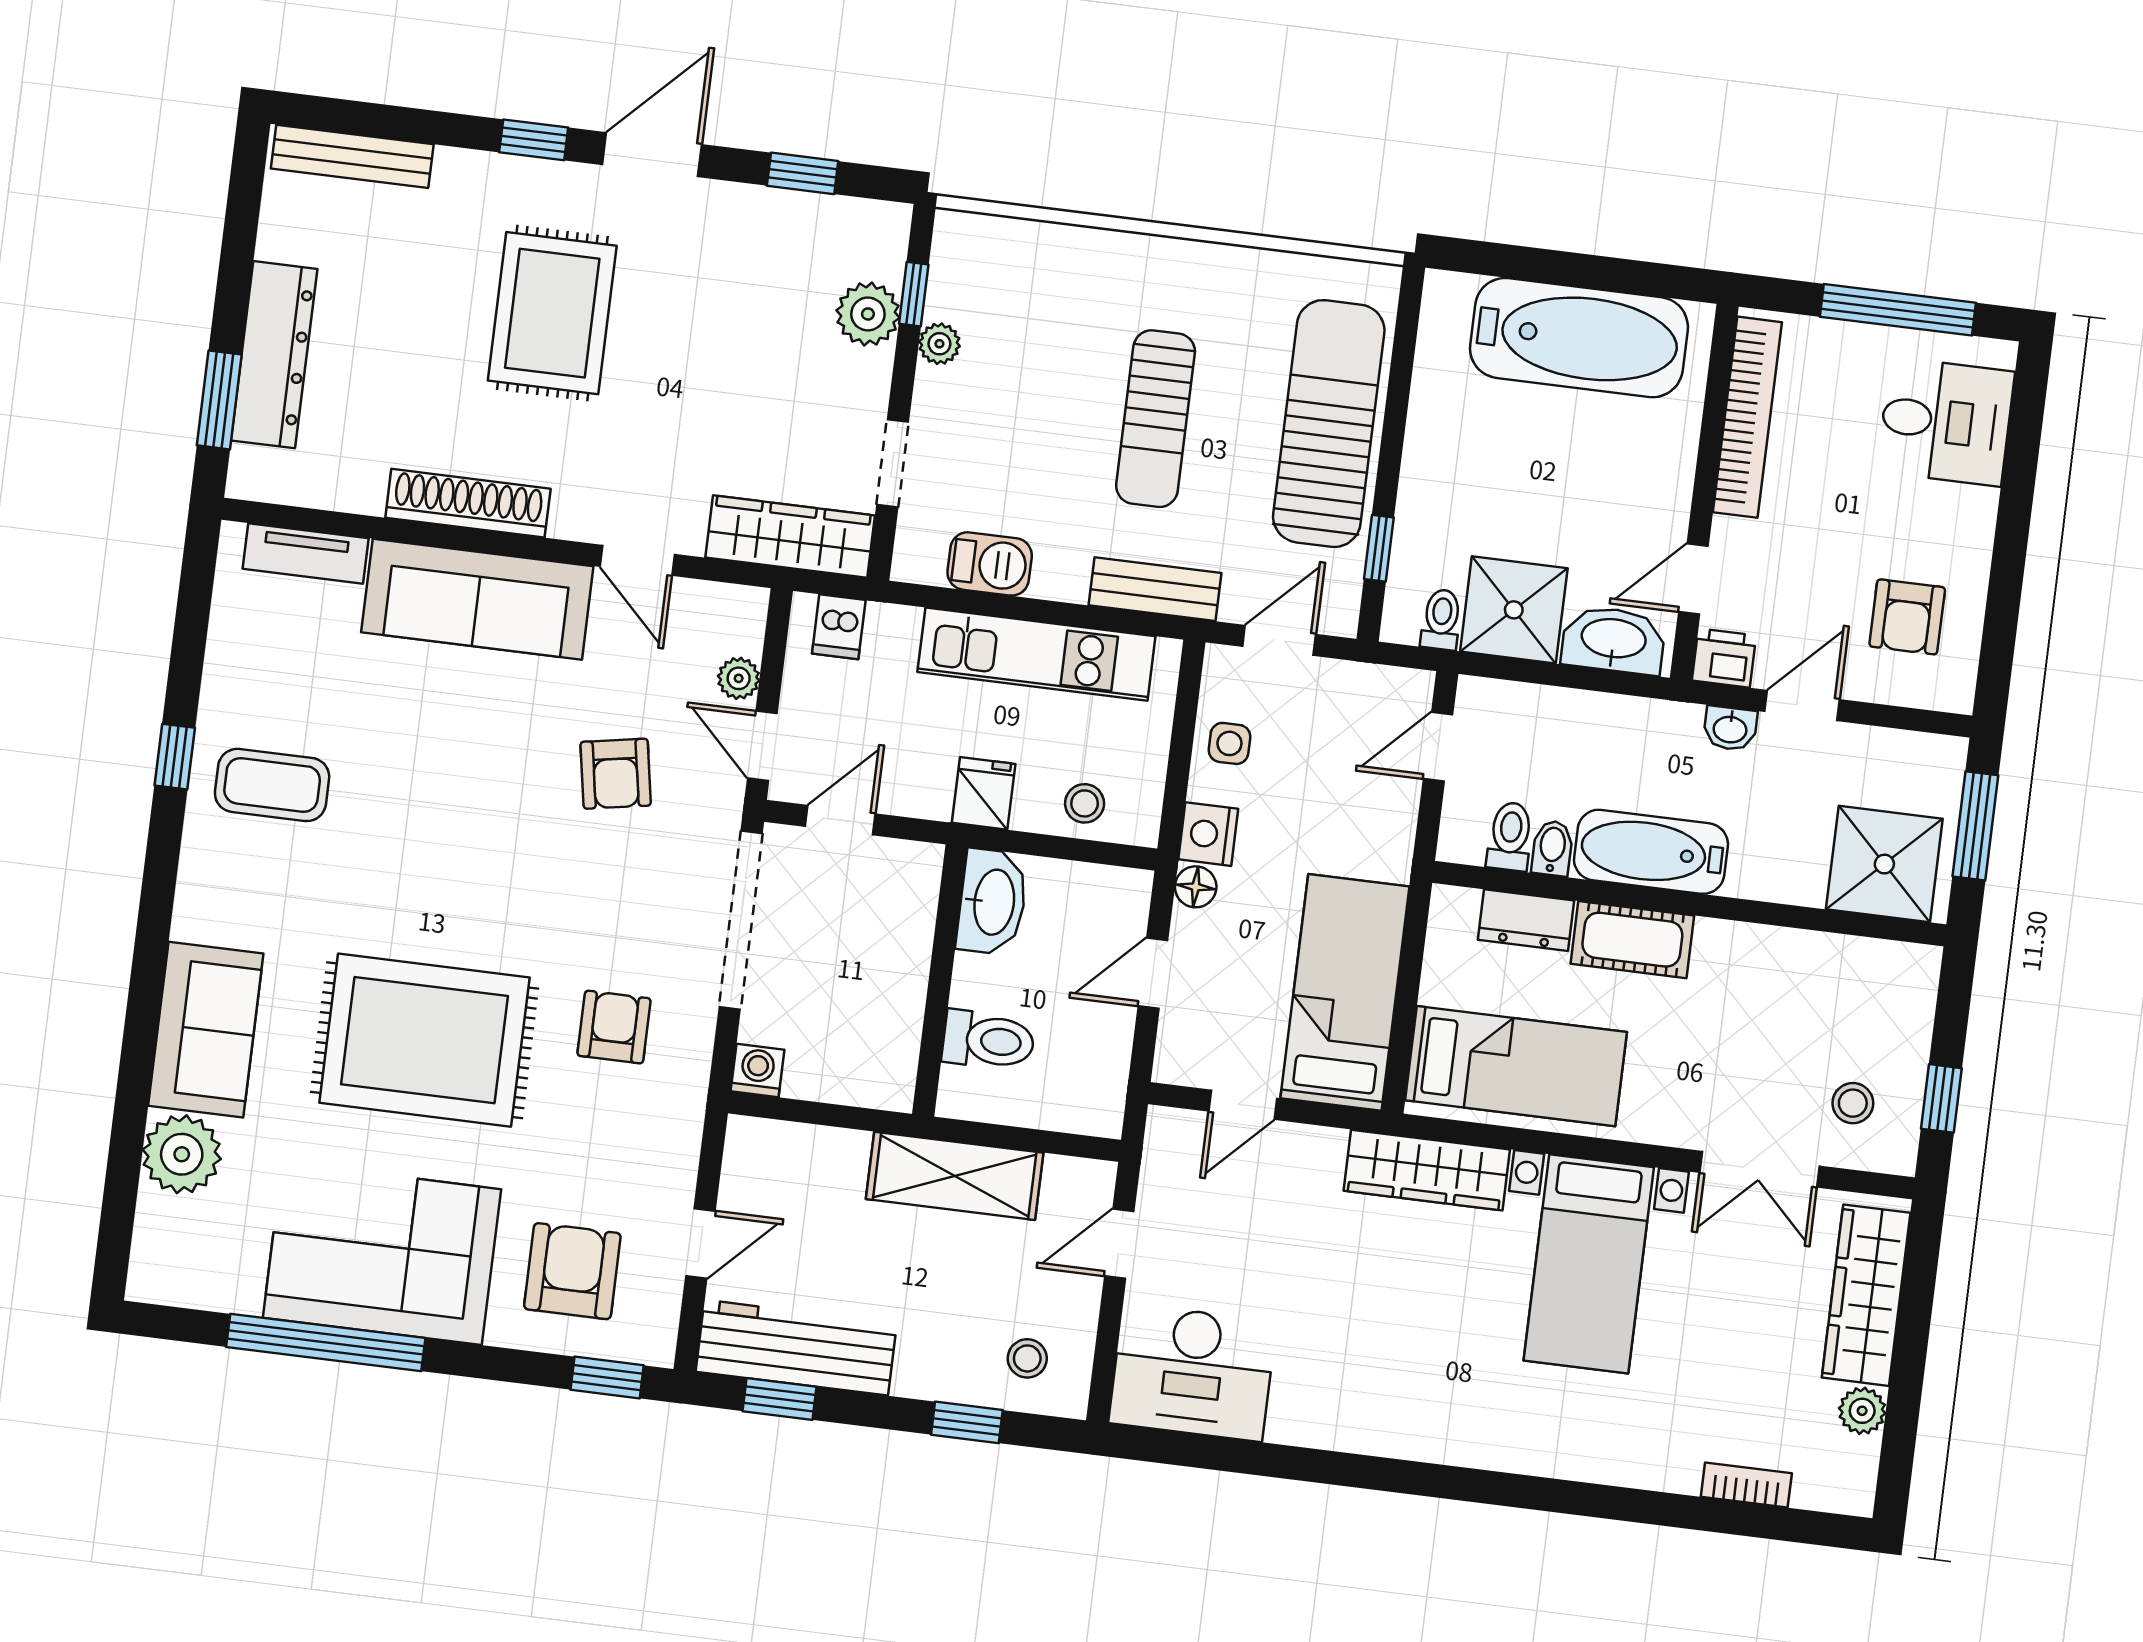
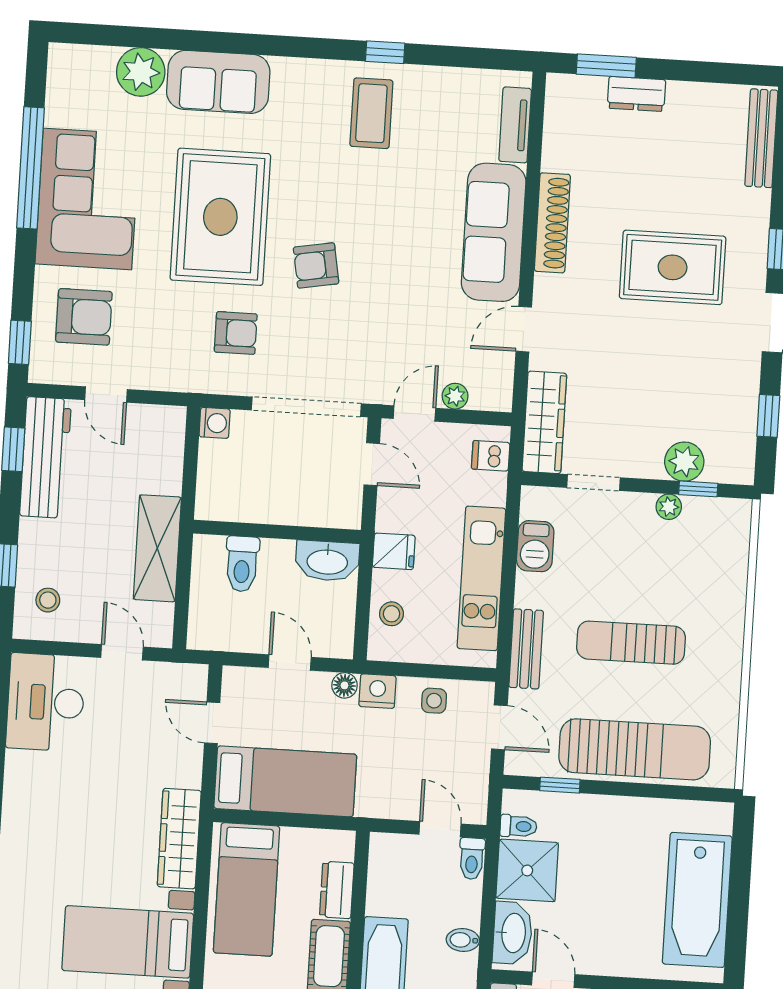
dresser: (274, 355) -> (636, 94), width x0.51, depth x0.80
armchair: (616, 774) -> (316, 265), moved
toilet: (1510, 836) -> (472, 859), moved, turned 90
bidet: (1552, 848) -> (463, 940), moved, turned 180

